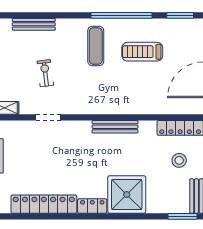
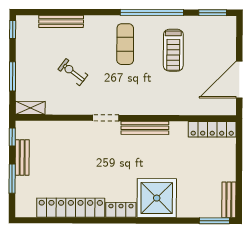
treadmill: (142, 52) -> (173, 50), turned -90
exercise bike: (45, 73) -> (73, 72), turned -46
doorway: (48, 117) -> (106, 118), moved
stool: (179, 160) -> (211, 163), removed

